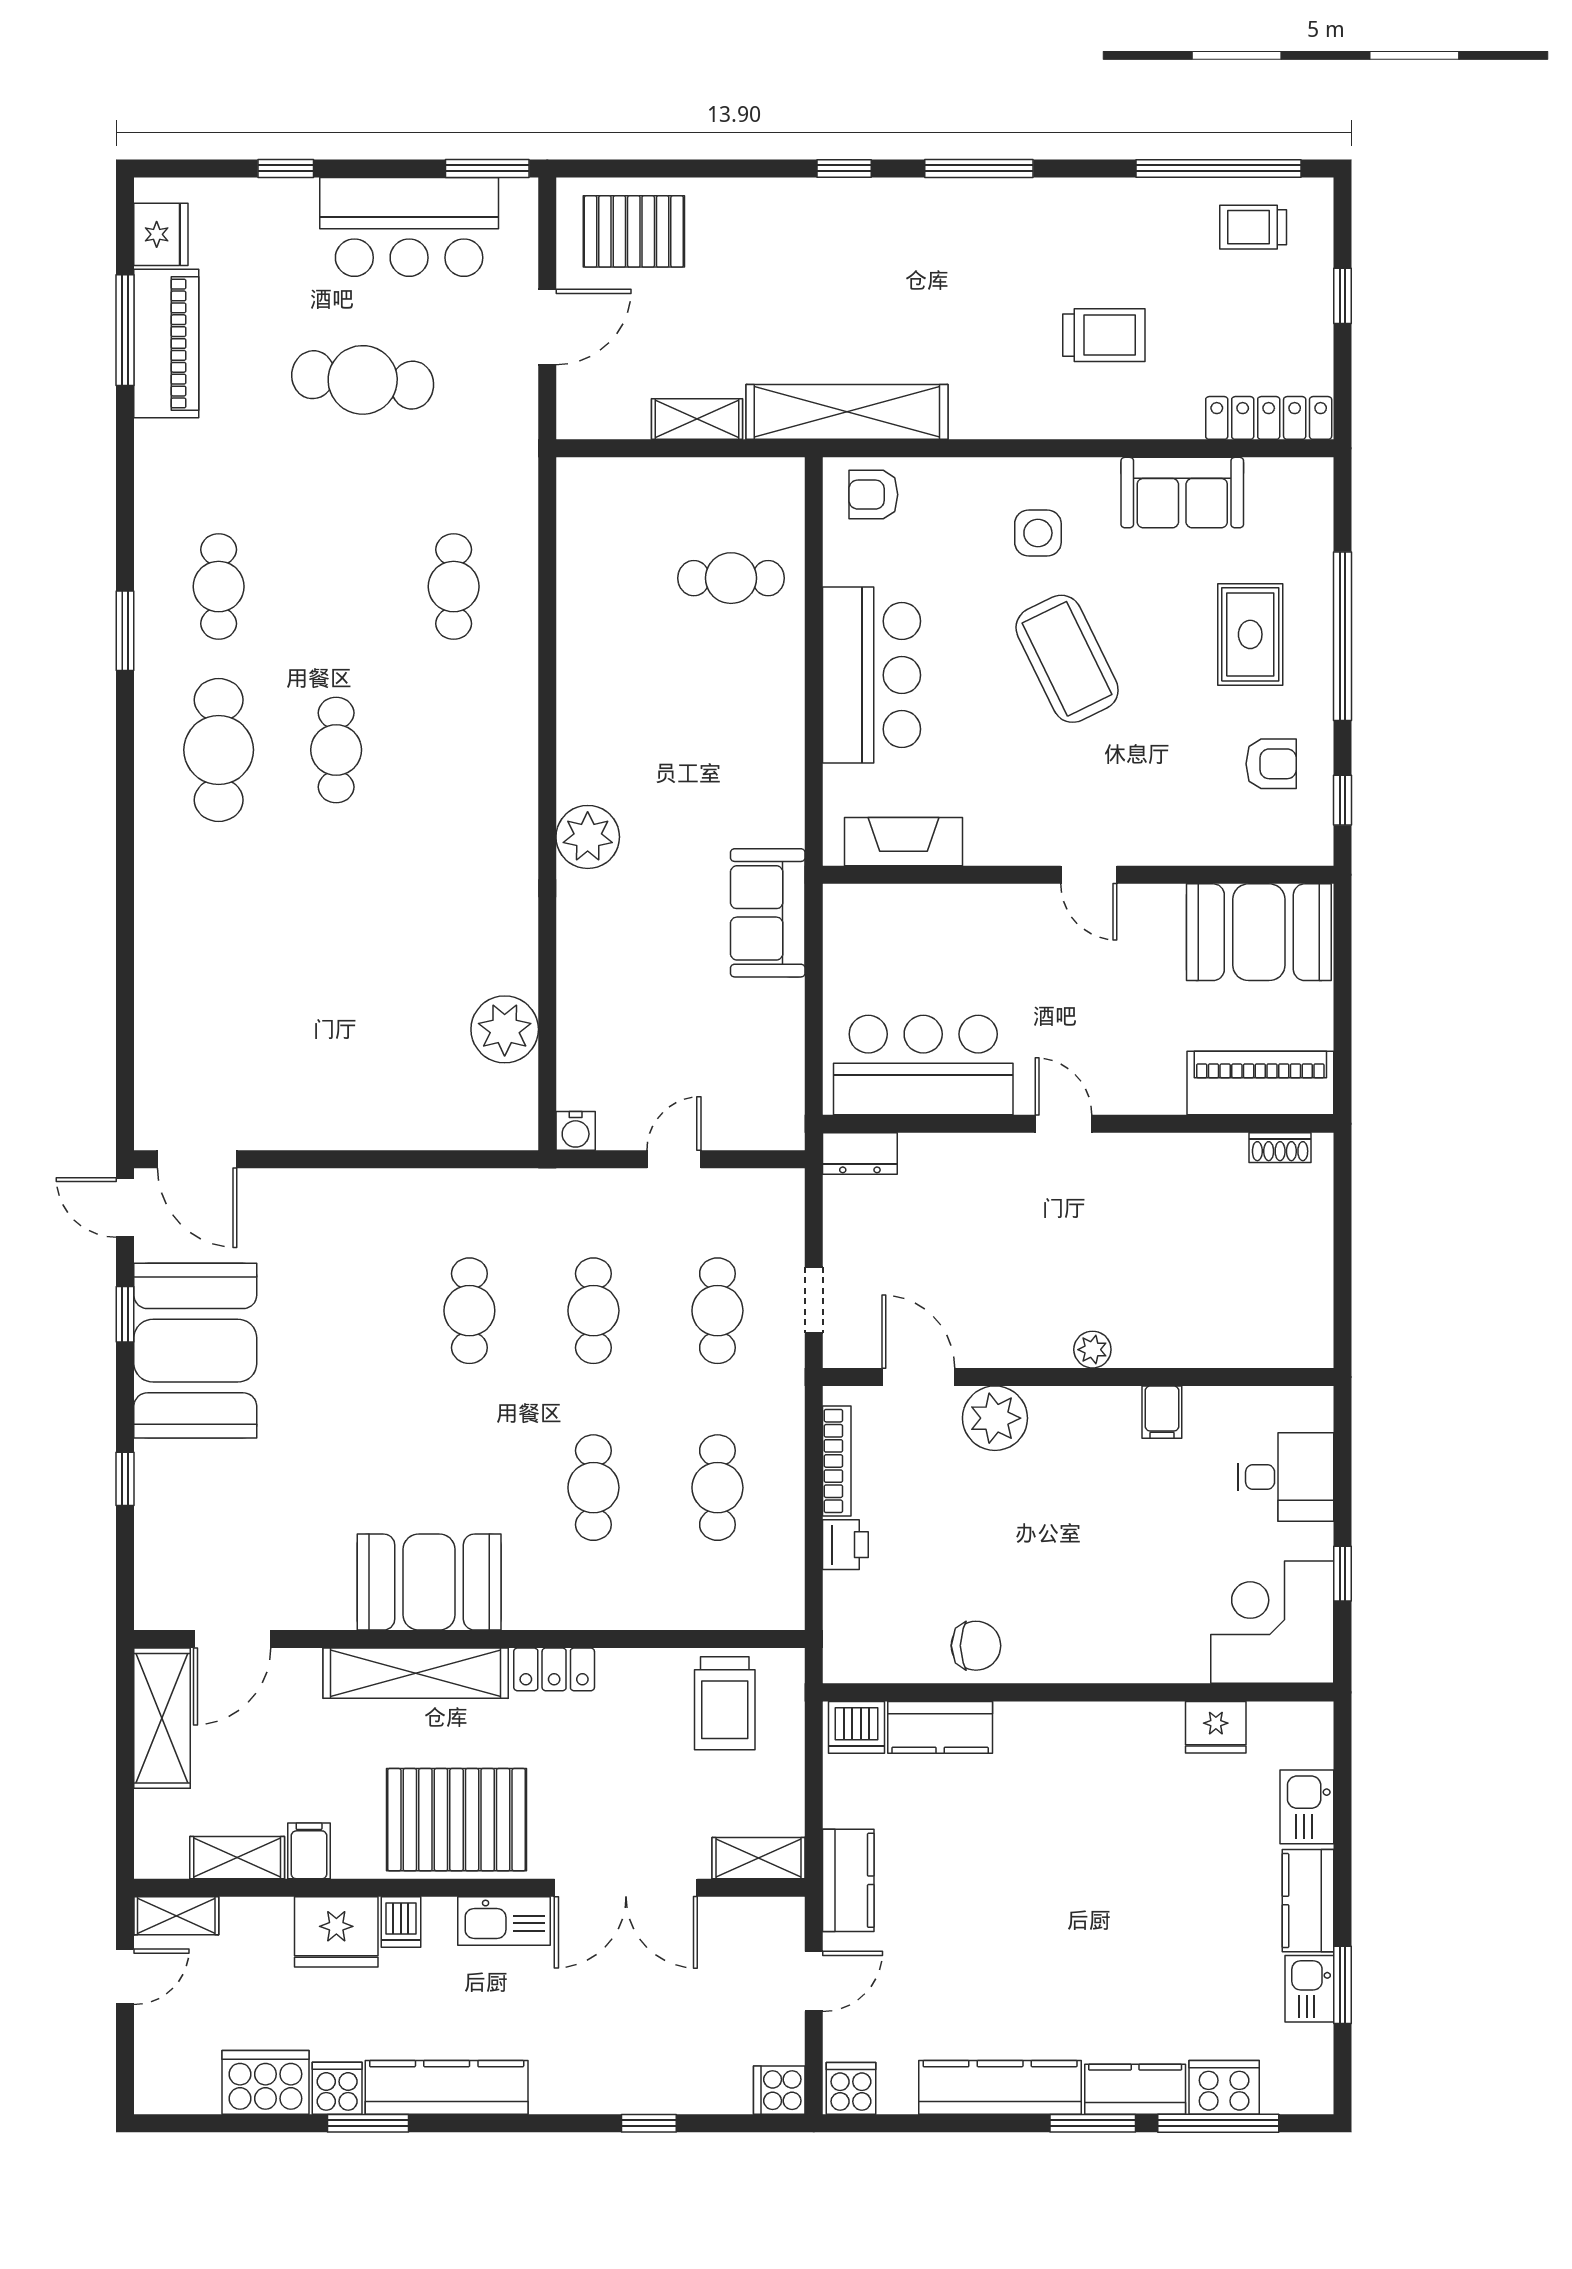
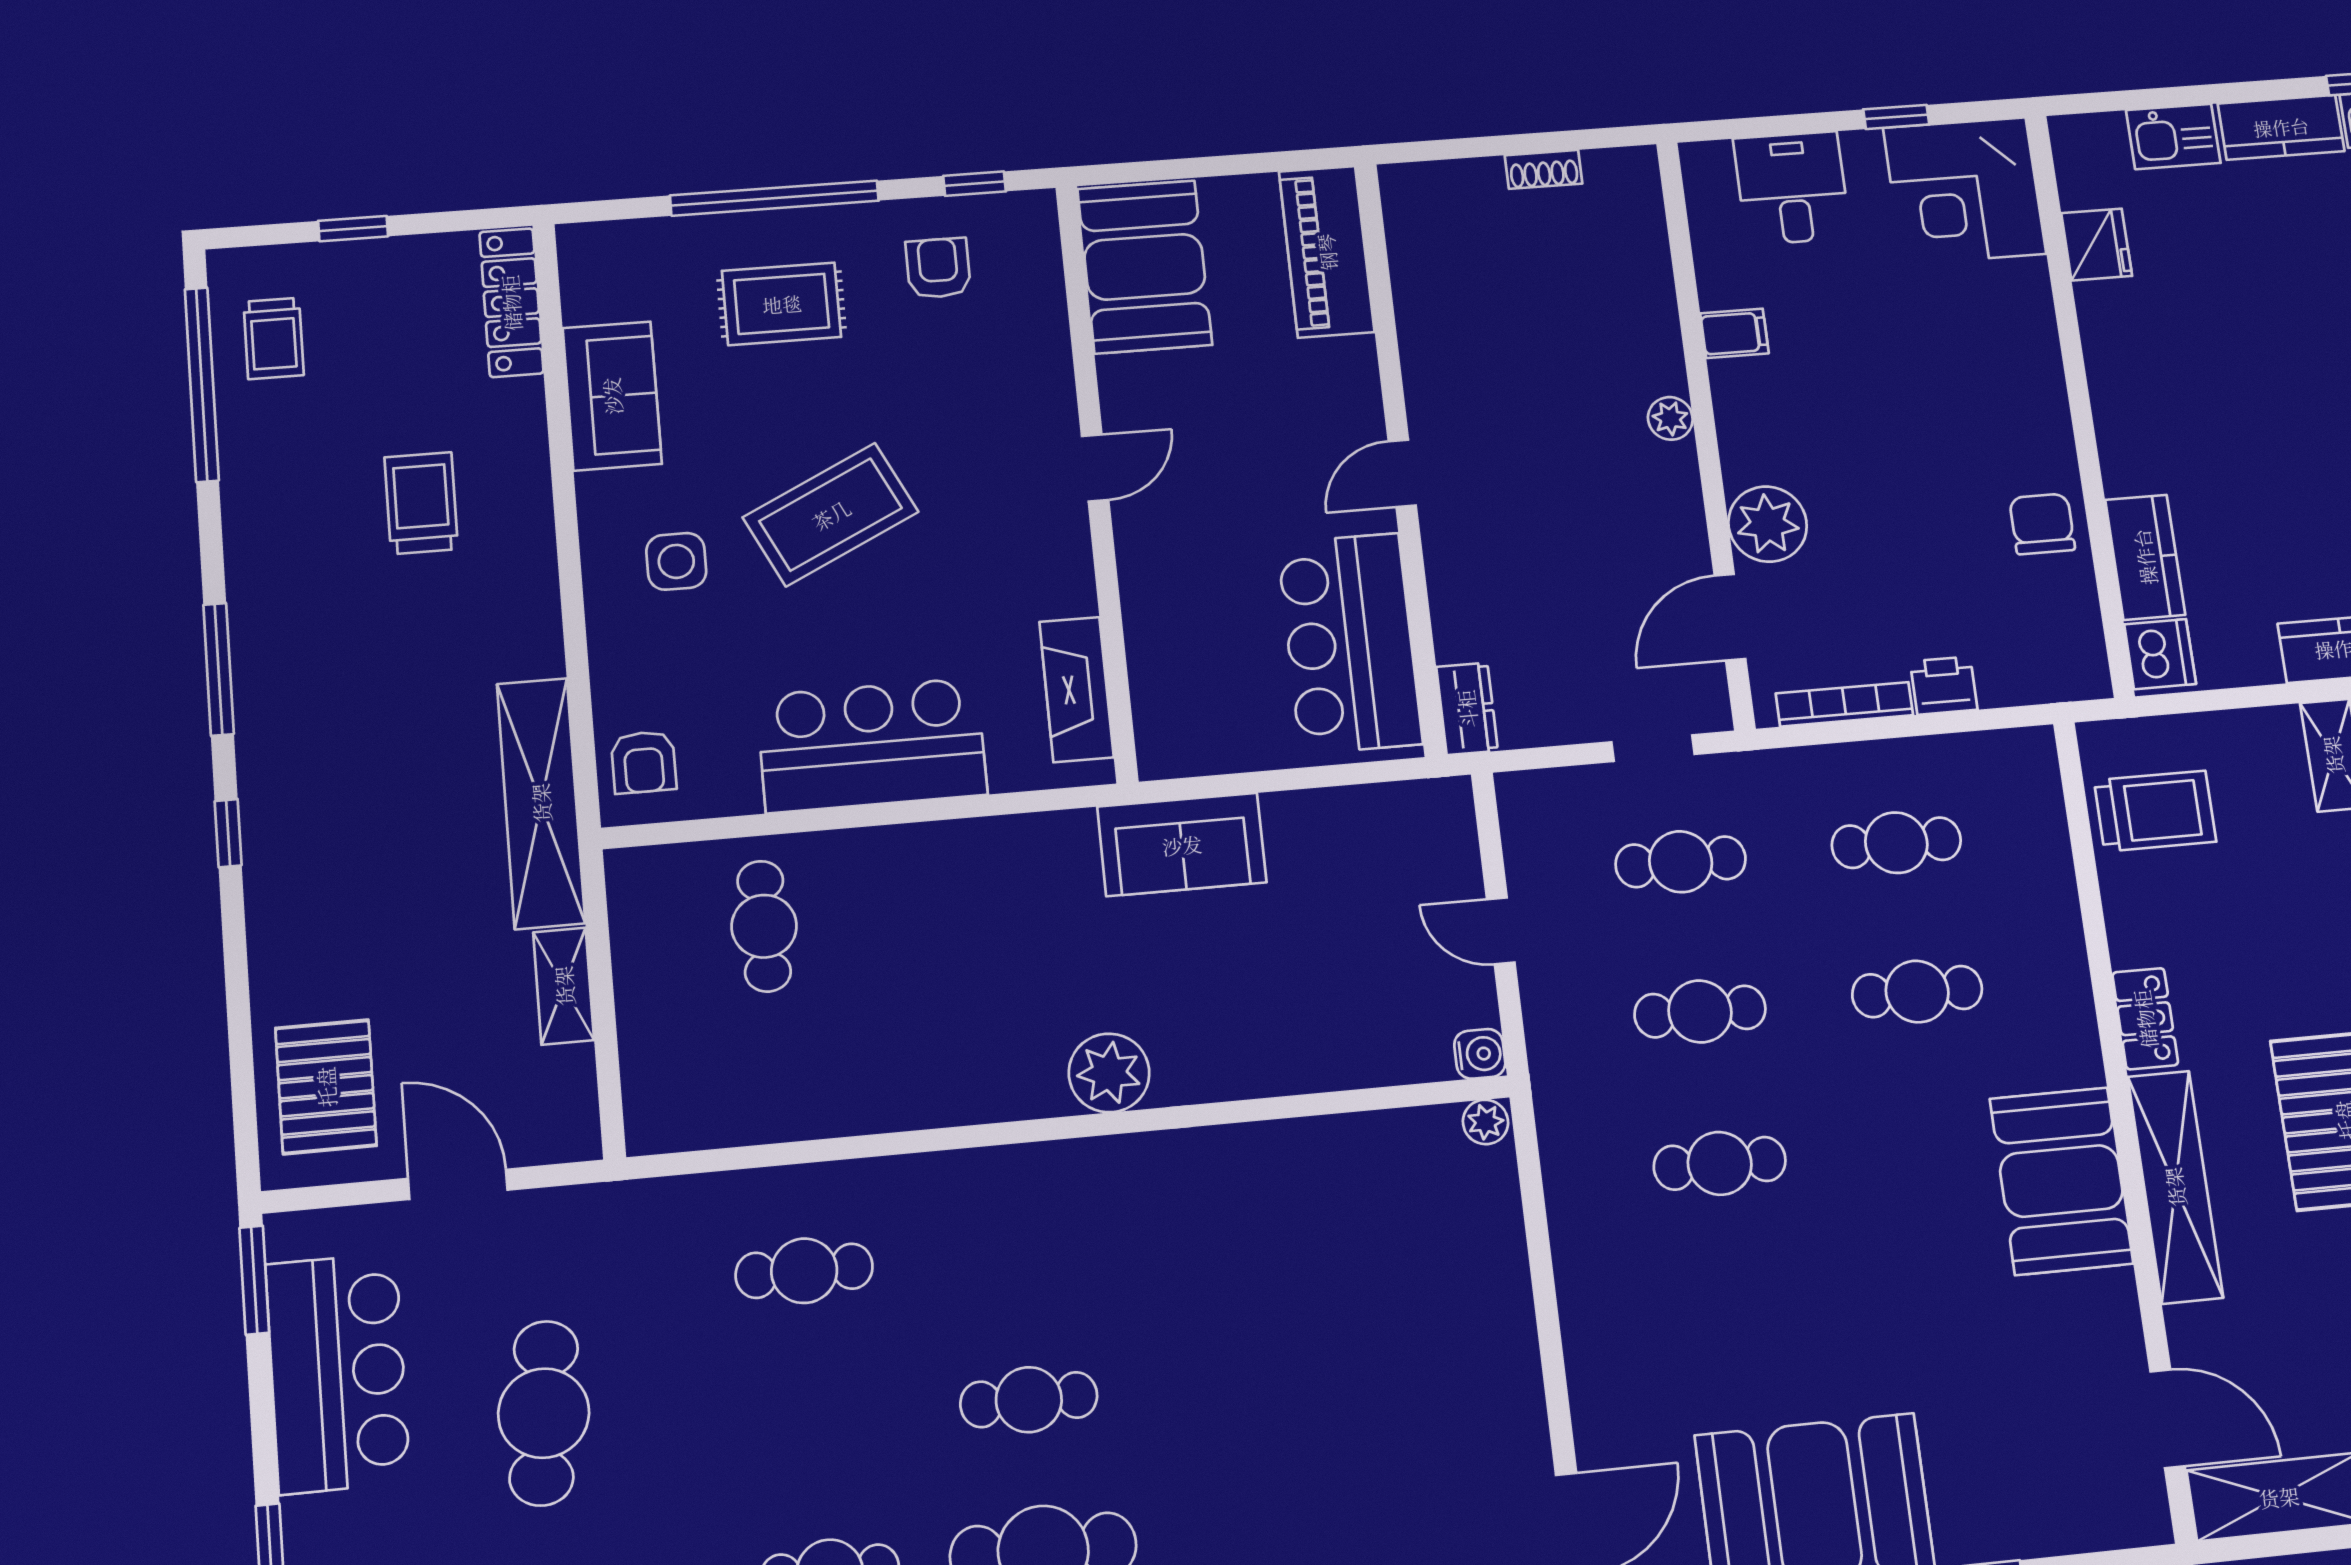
plant: (505, 1029) -> (1485, 1122), moved, width x0.53, depth x0.53
shoe rack: (1280, 1148) -> (1544, 169), moved, turned 90

